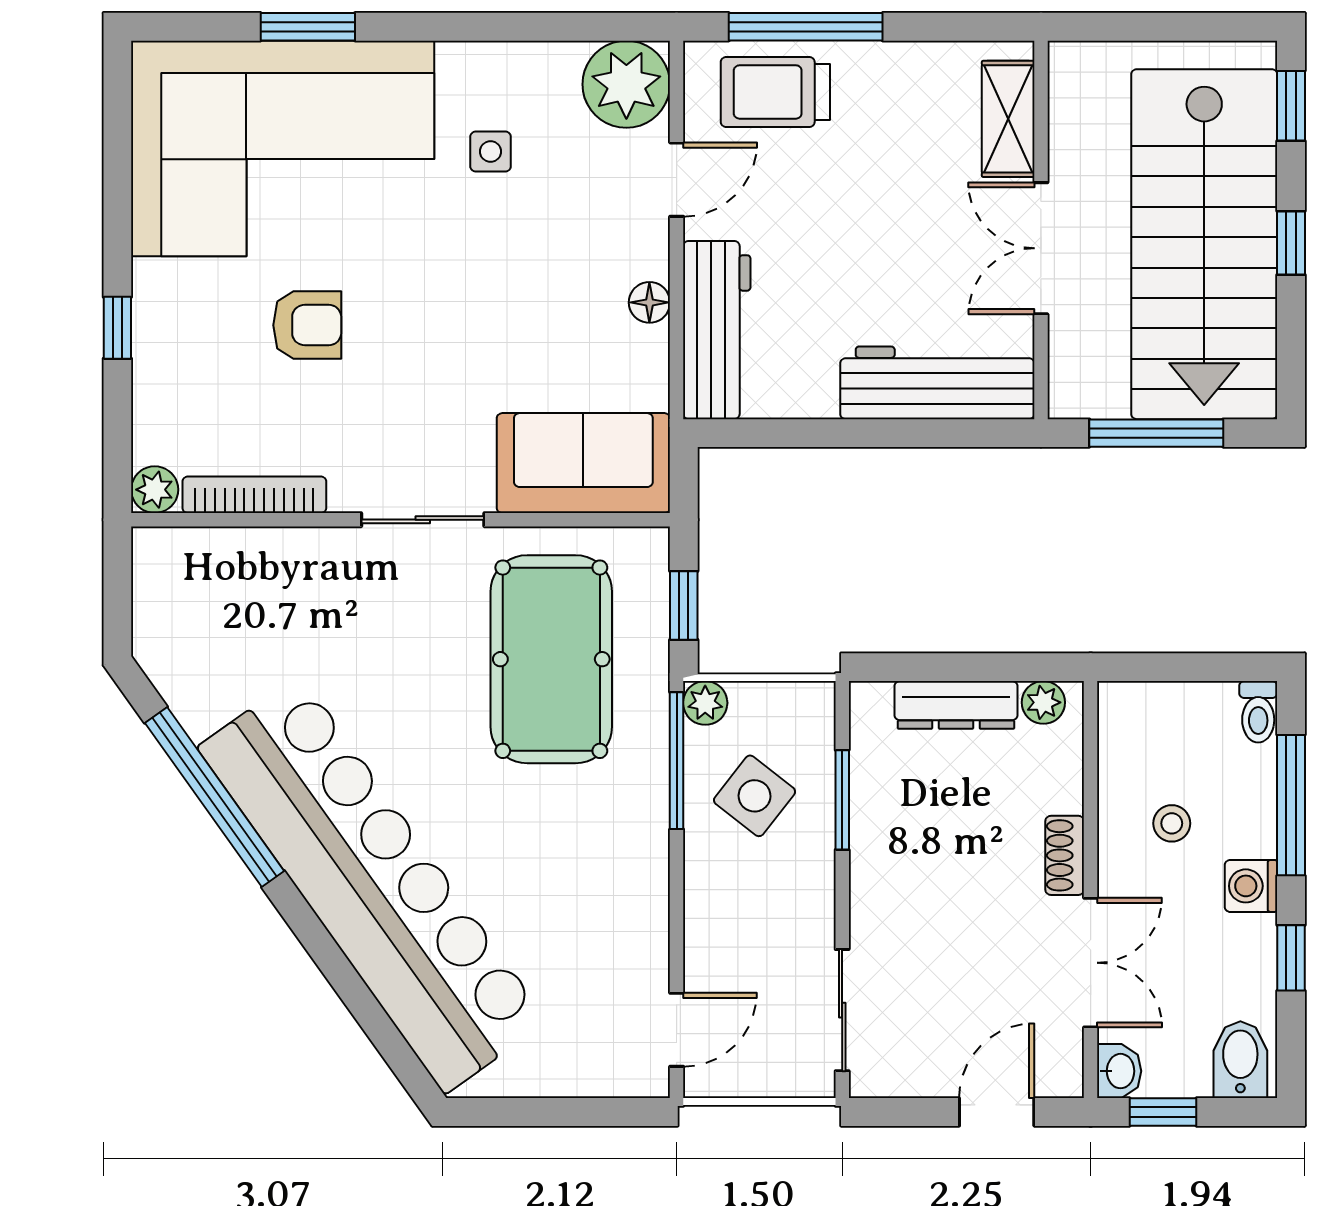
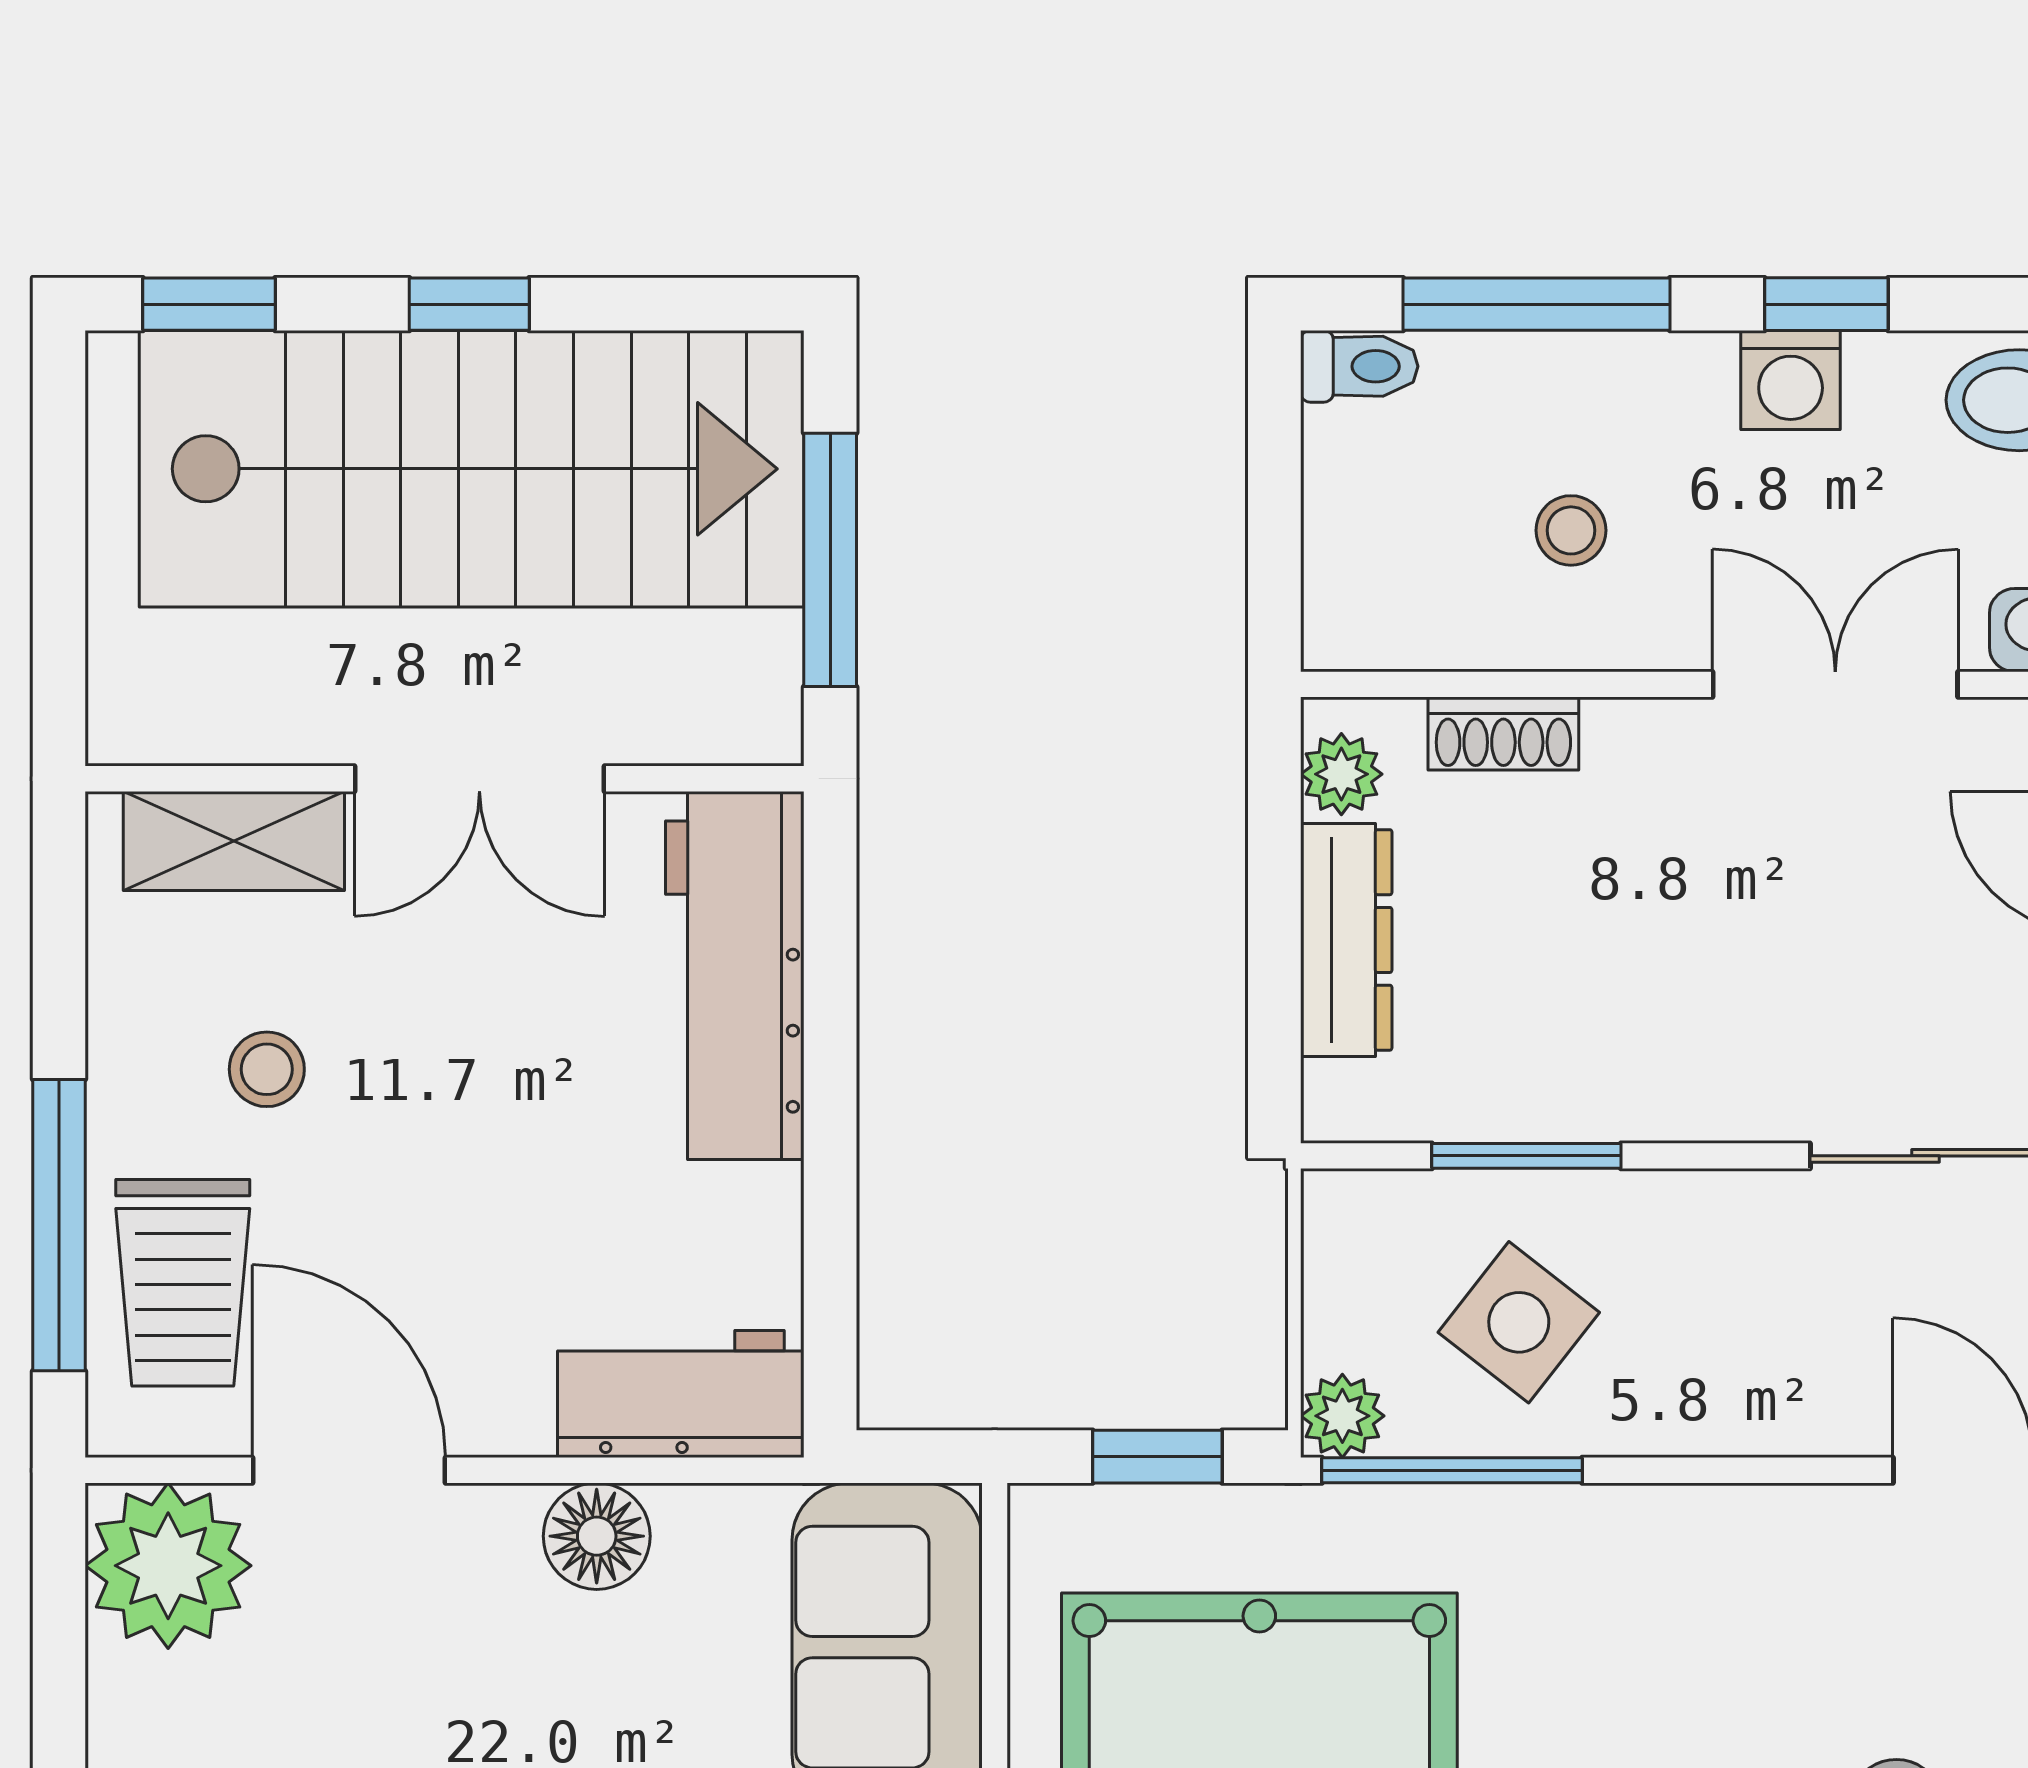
stool: (888, 136) -> (267, 1069), added
door: (677, 180) -> (349, 1470), width x1.38
floor lamp: (649, 302) -> (597, 1536), width x1.37, depth x1.37
workbench: (717, 330) -> (681, 1394), width x0.73
shoe rack: (1065, 855) -> (1503, 734), moved
washing machine: (1251, 886) -> (1791, 380), moved

